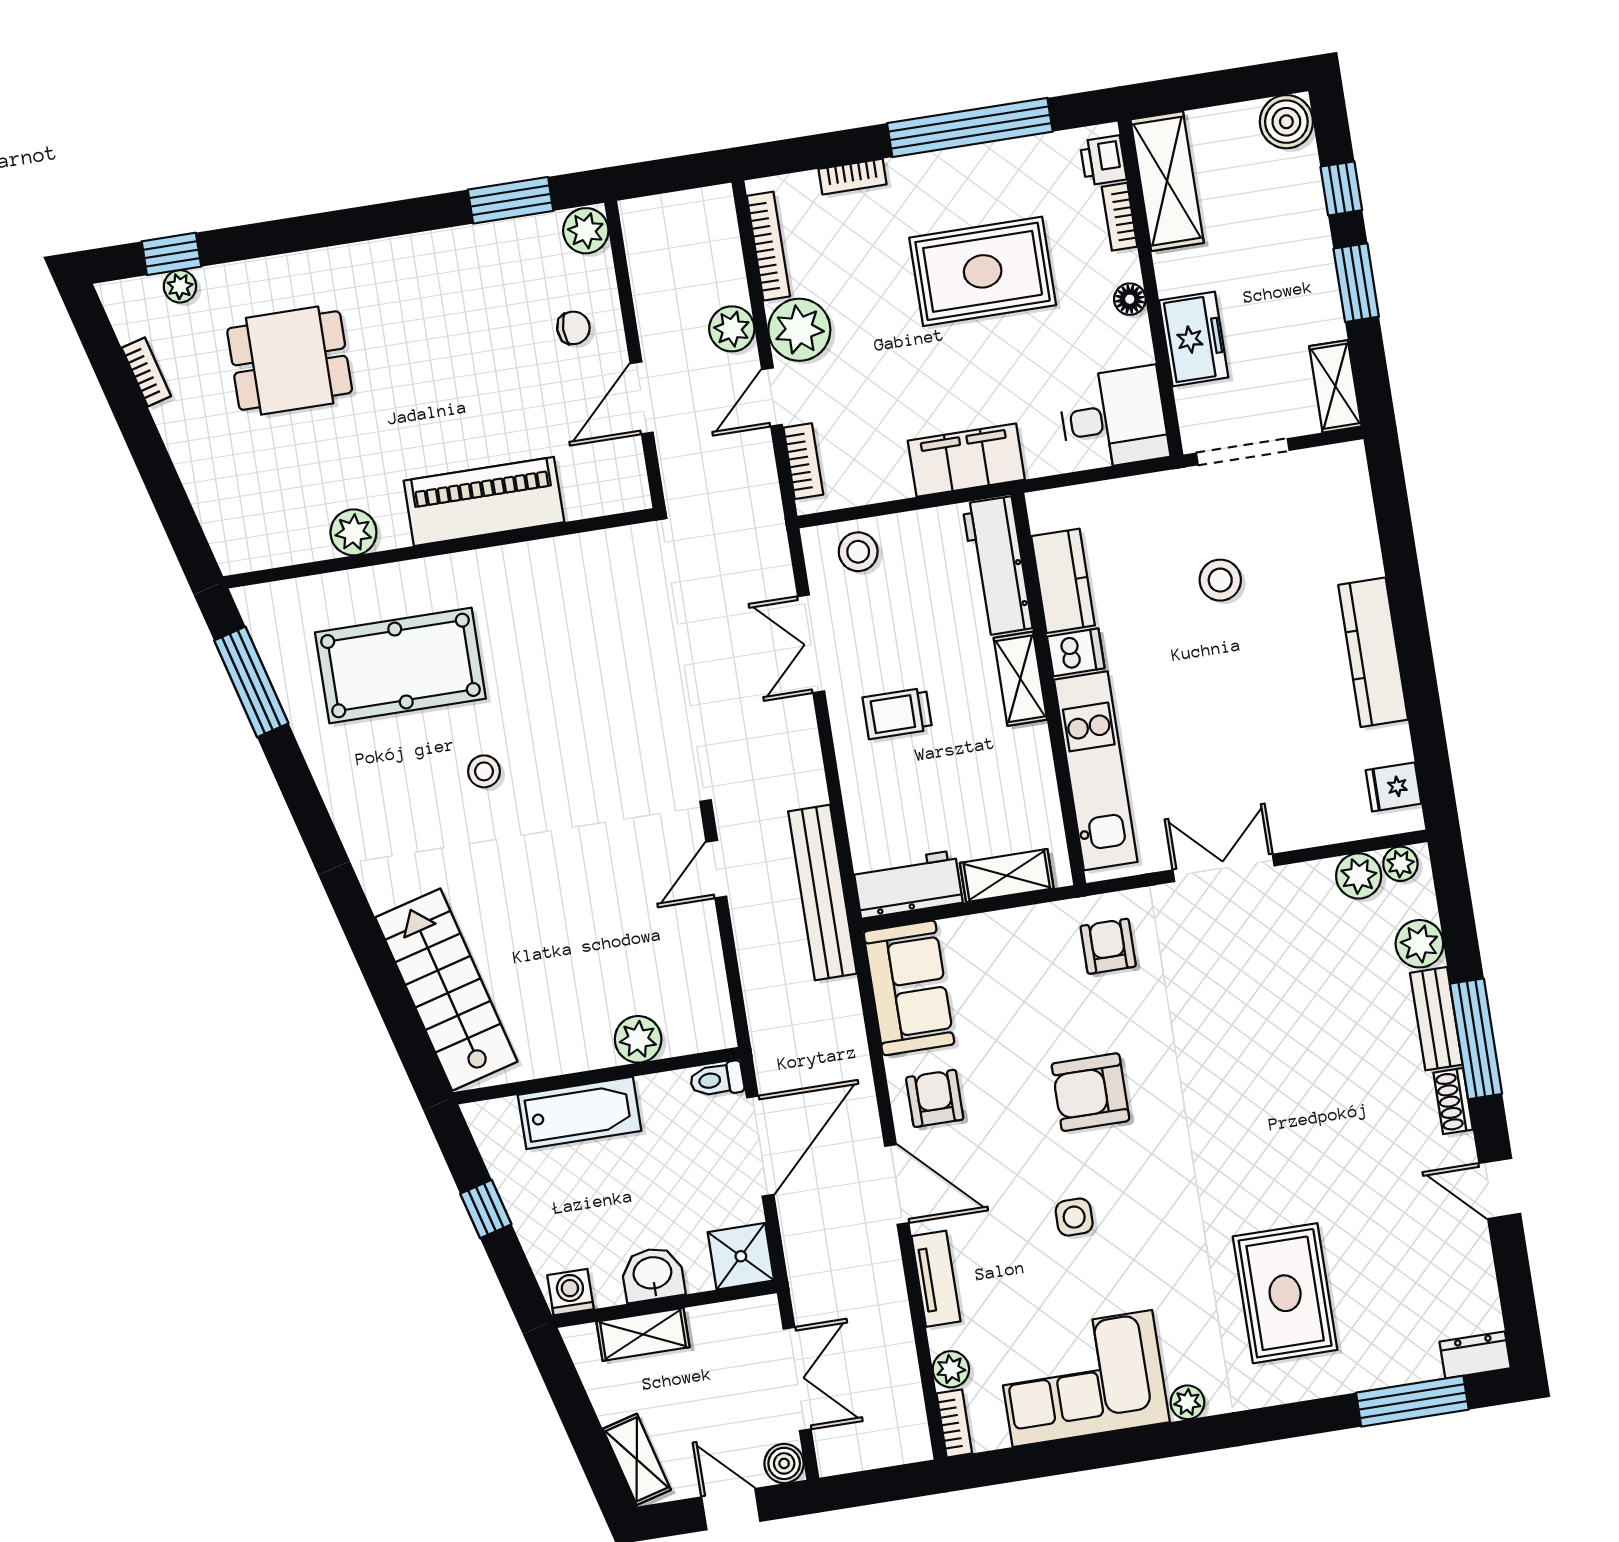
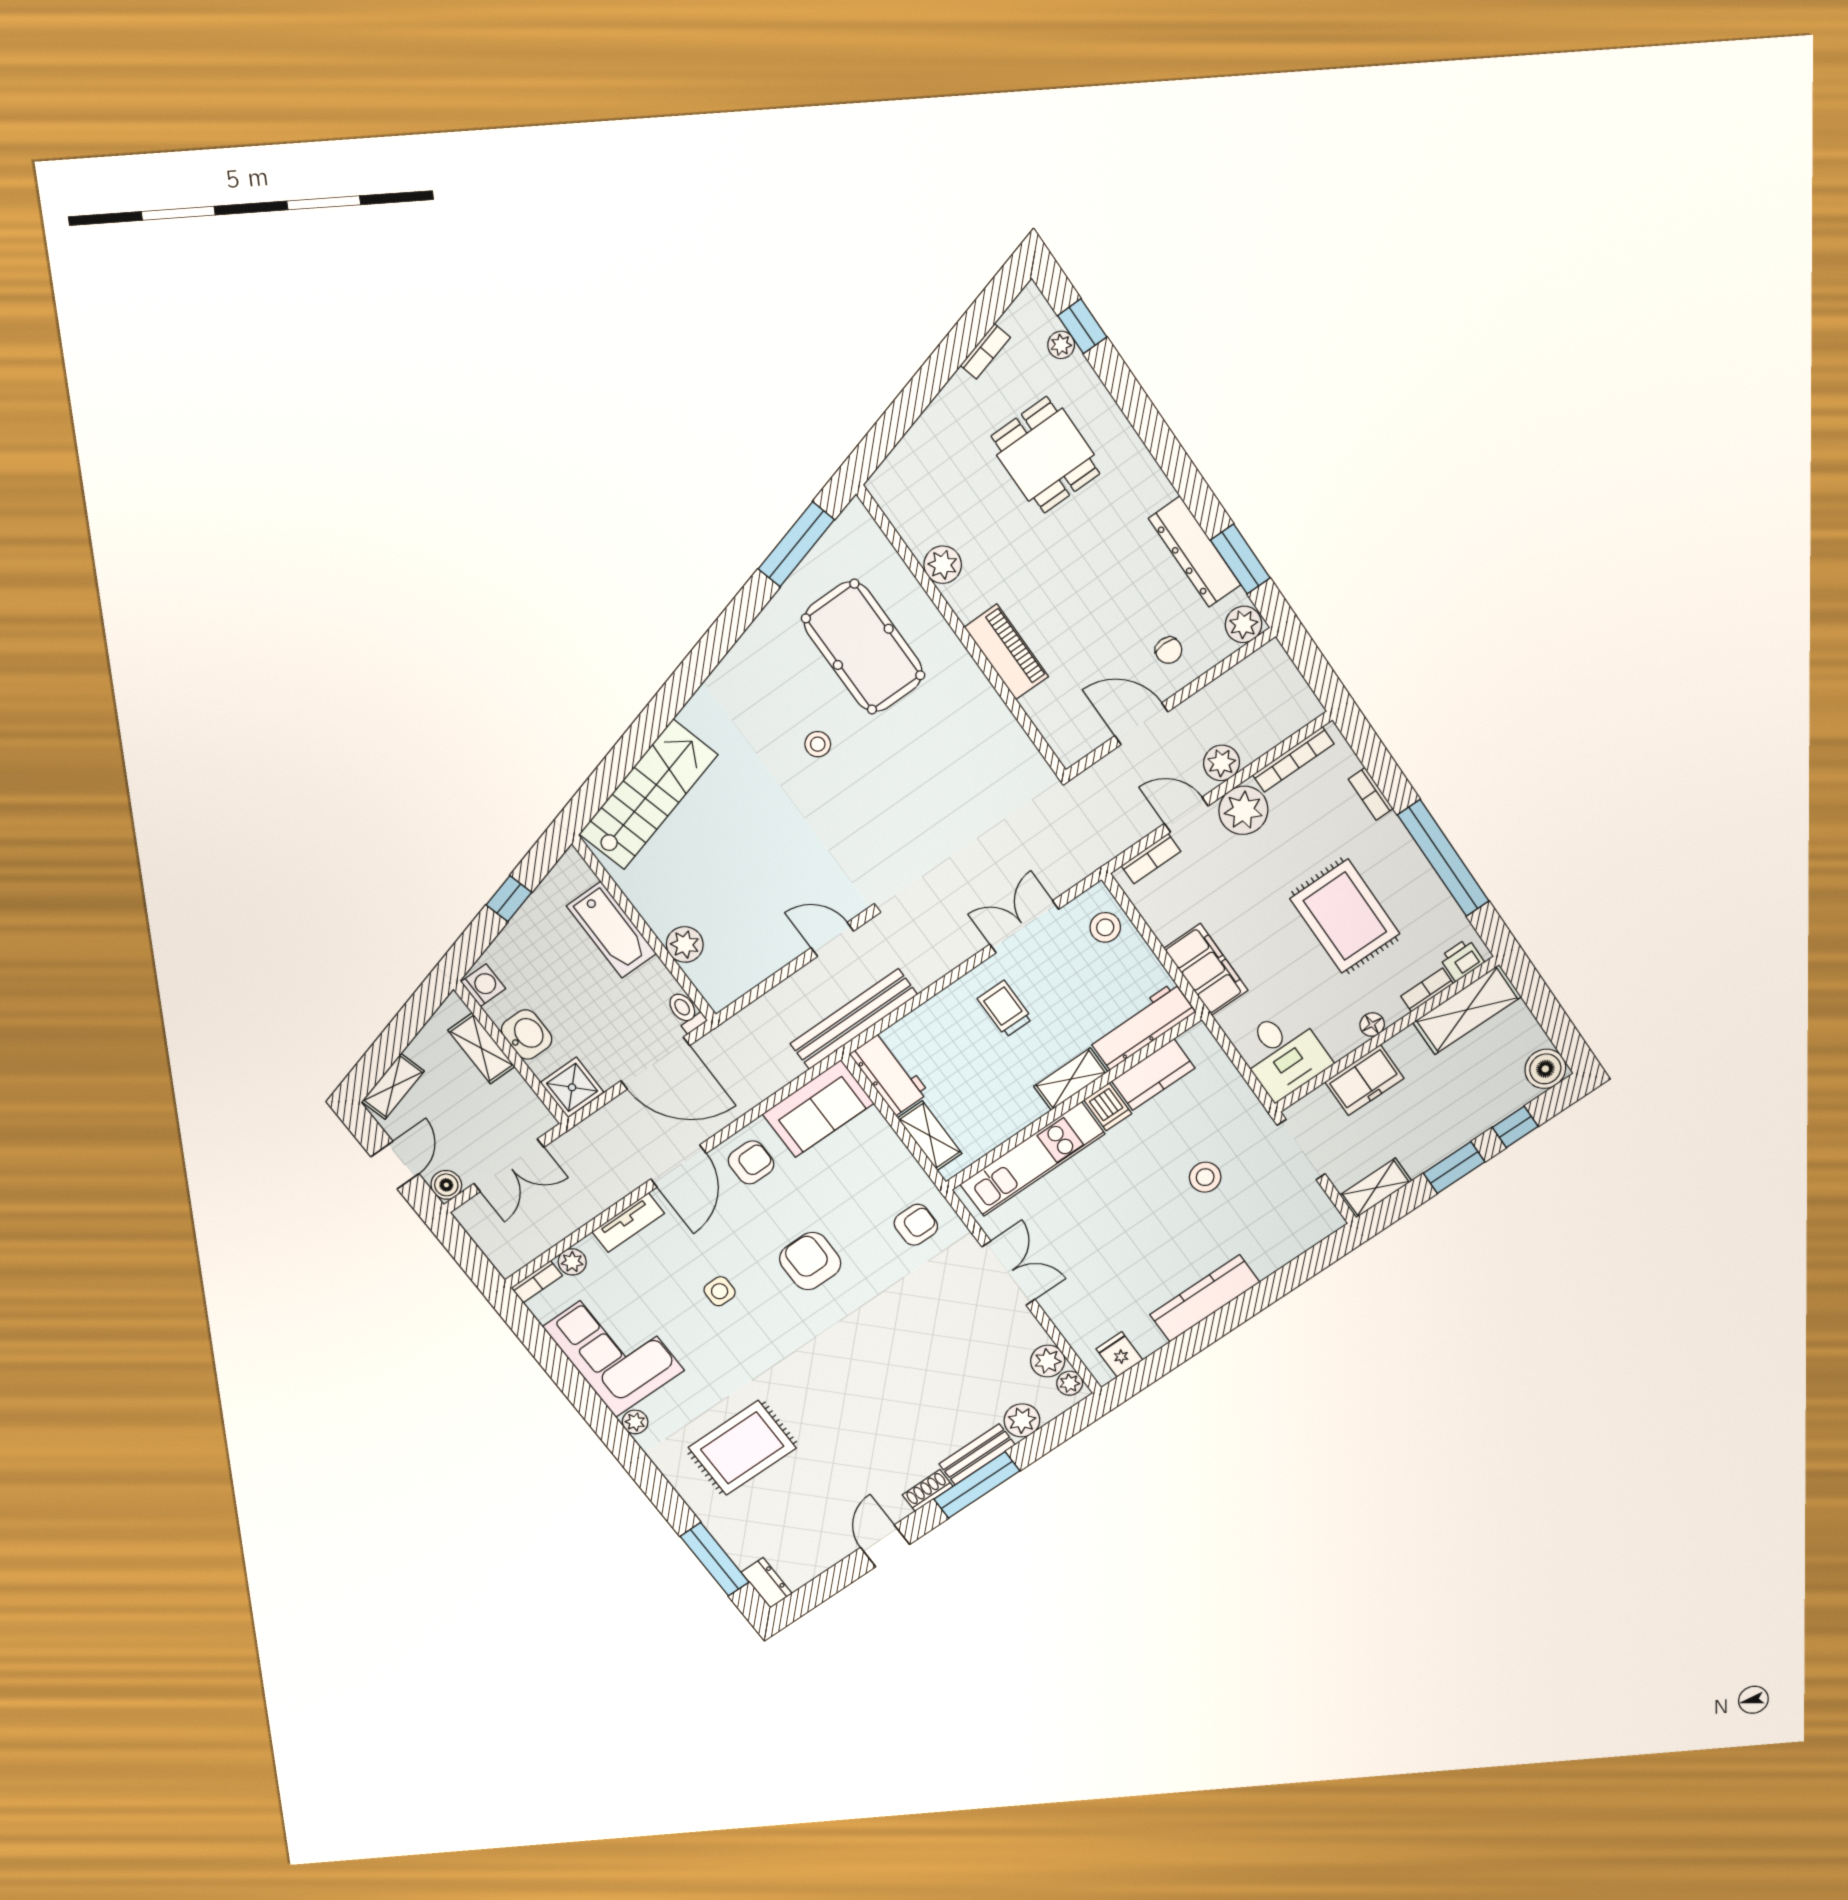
dresser: (477, 247) -> (1195, 552), added
piano: (484, 501) -> (1006, 652), width x0.73, depth x0.75

